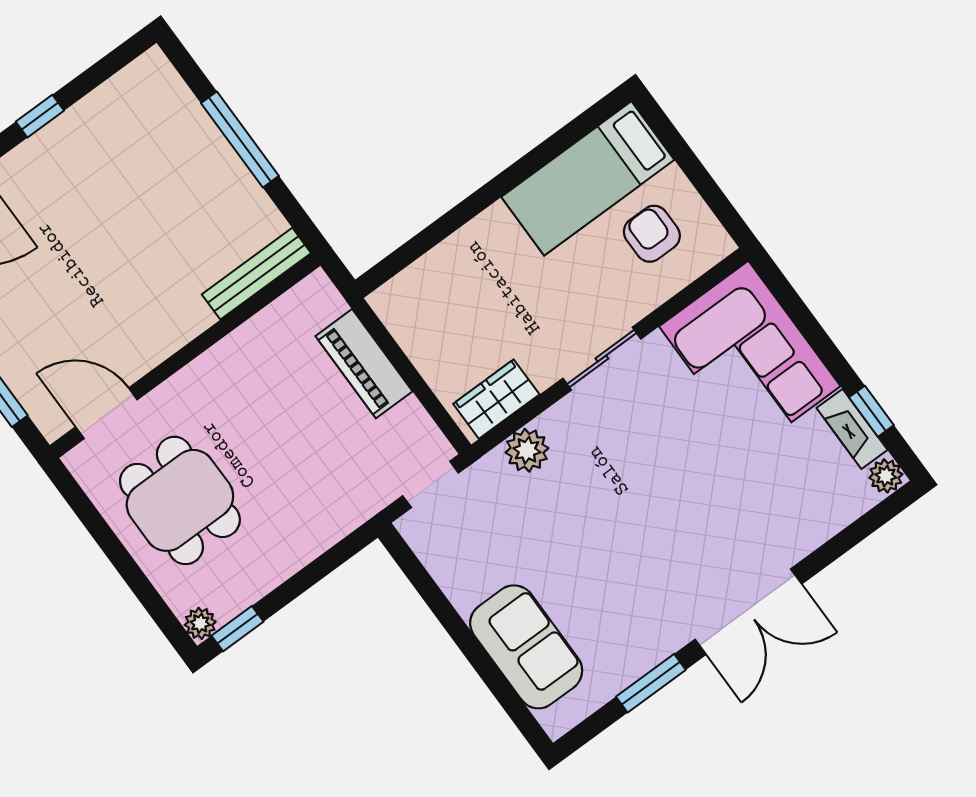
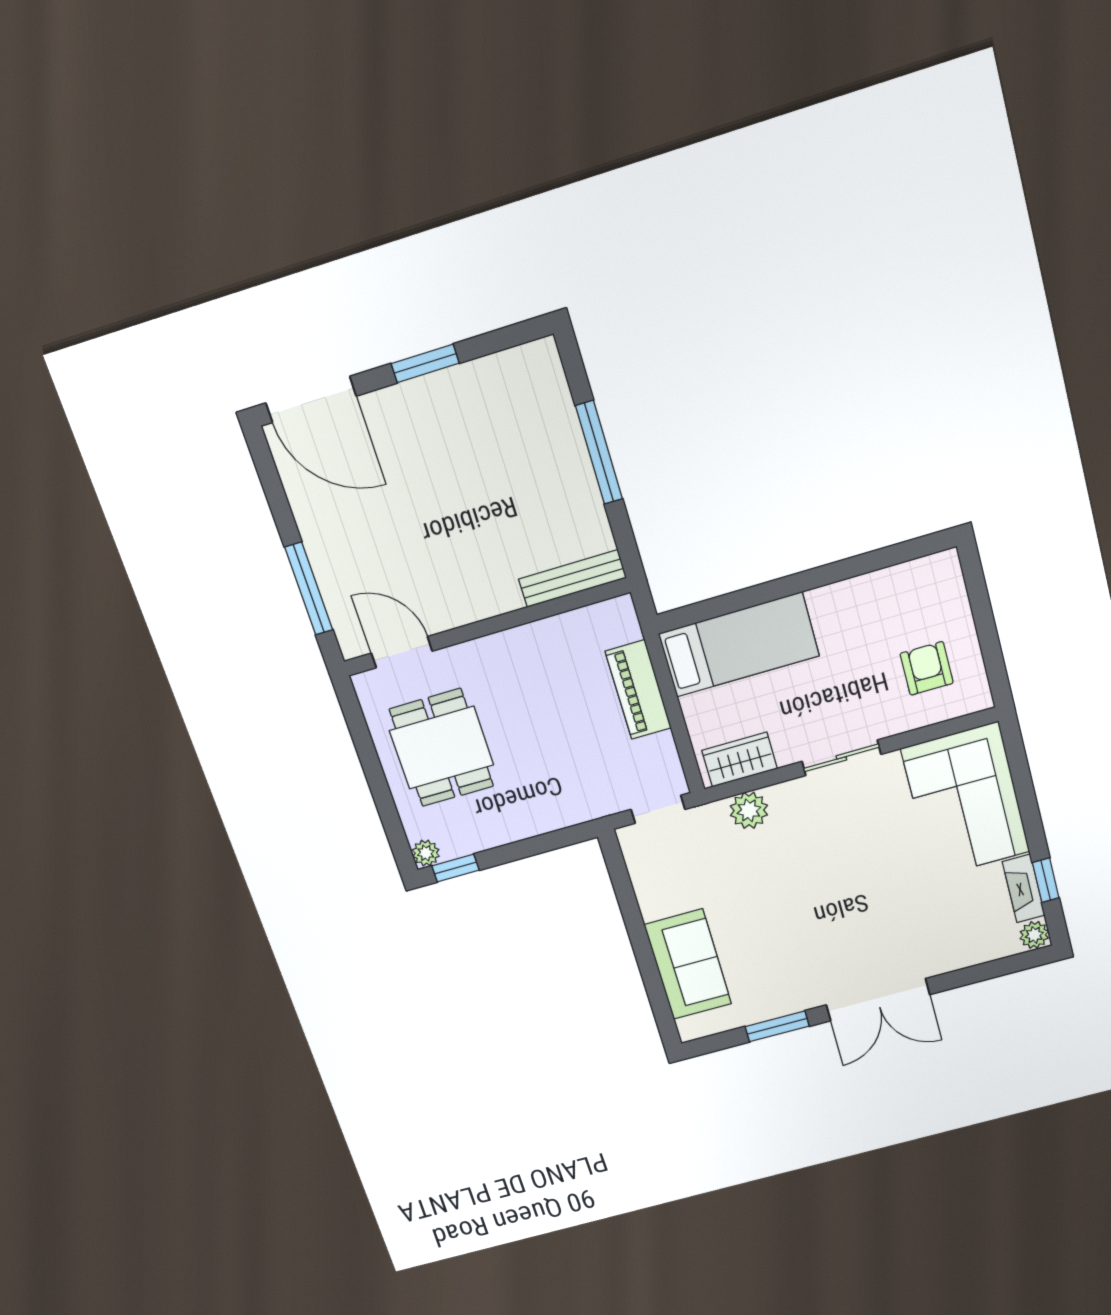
window: (40, 116) -> (425, 363), width x1.50
bed: (588, 178) -> (739, 645), moved, turned 180

